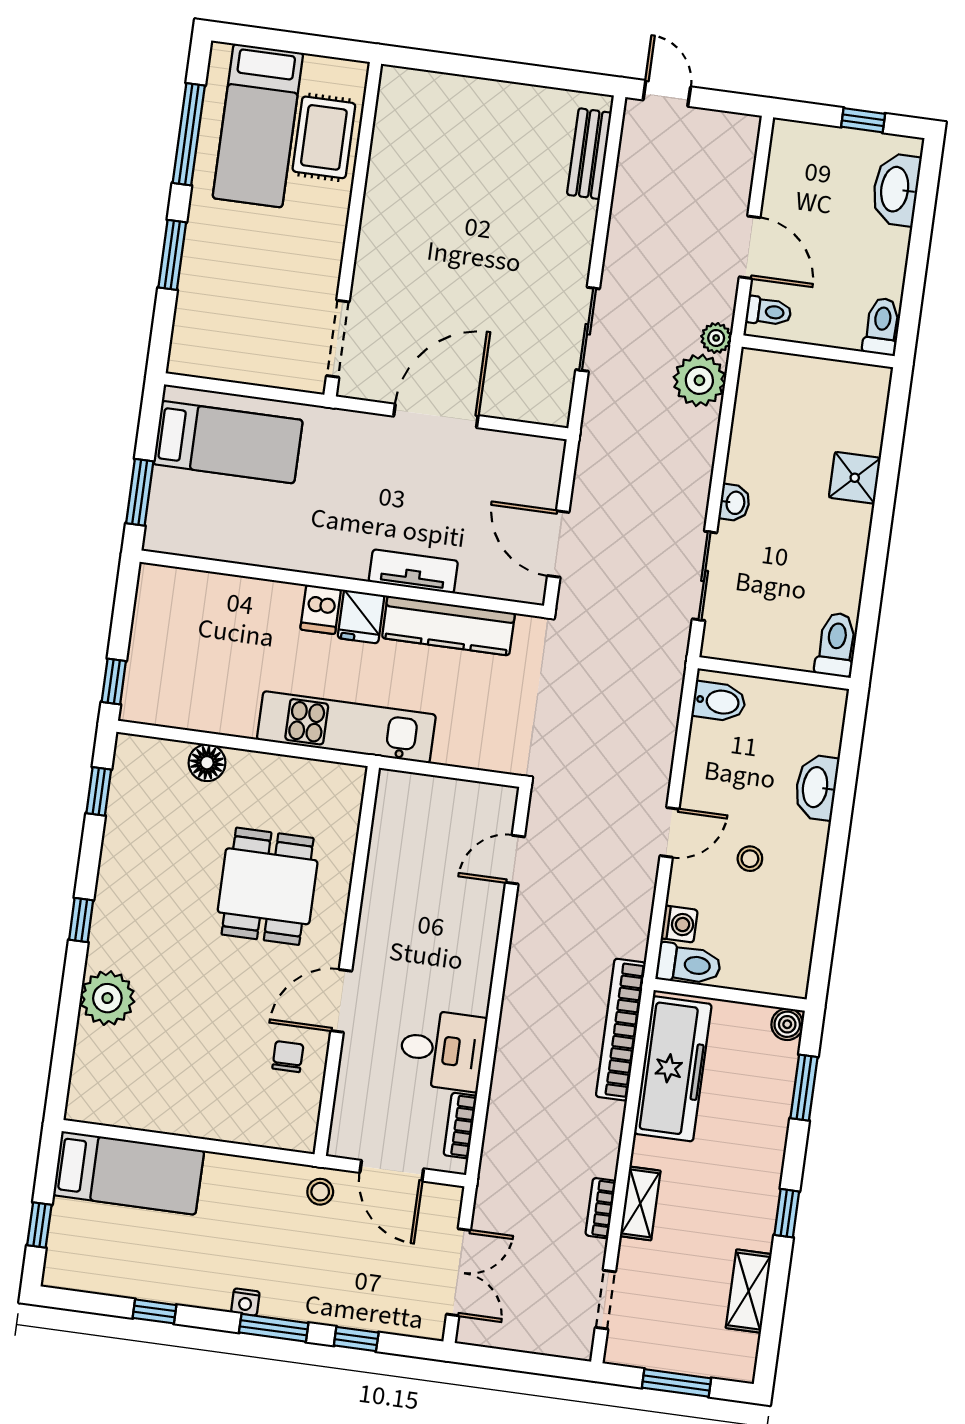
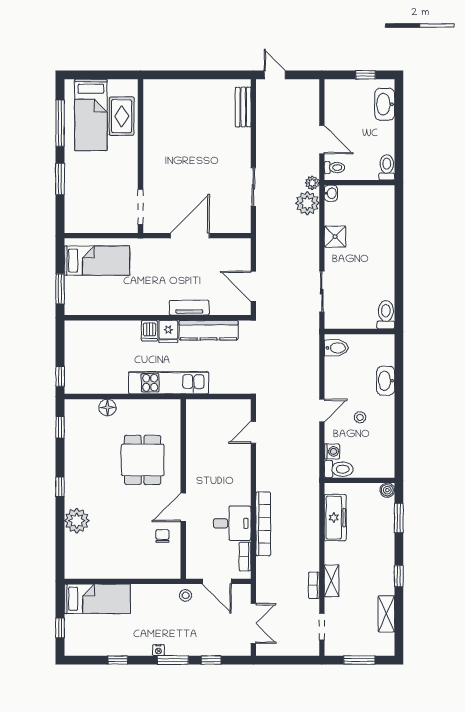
shower: (855, 478) -> (335, 237), moved
washbasin: (735, 503) -> (331, 193), moved
bookcase: (621, 1030) -> (263, 524), moved, turned 180
freezer: (673, 1069) -> (335, 518), width x0.73, depth x0.79

